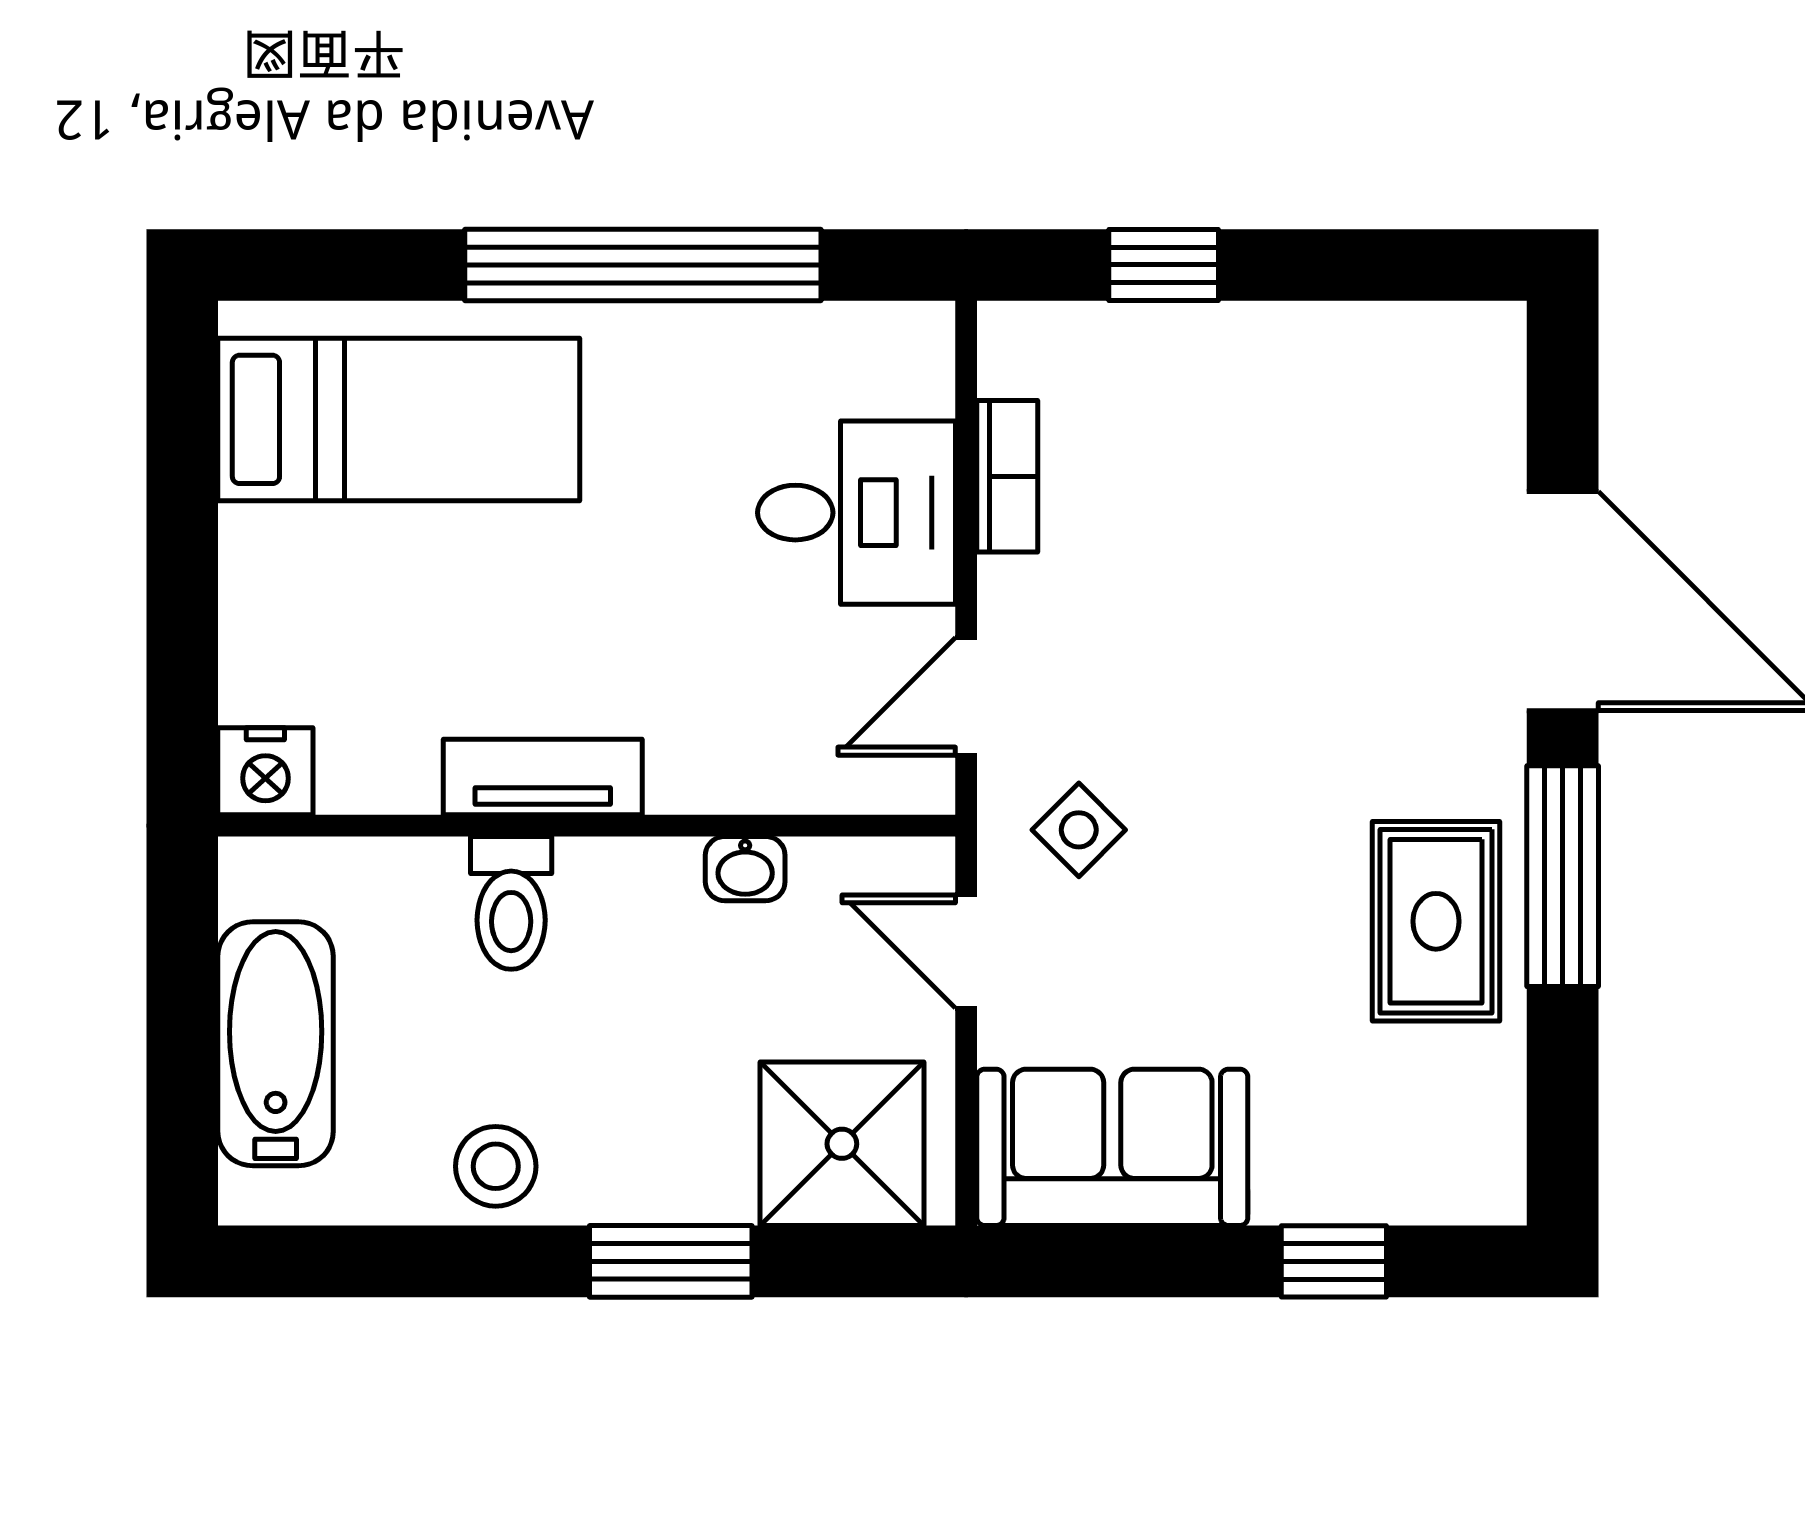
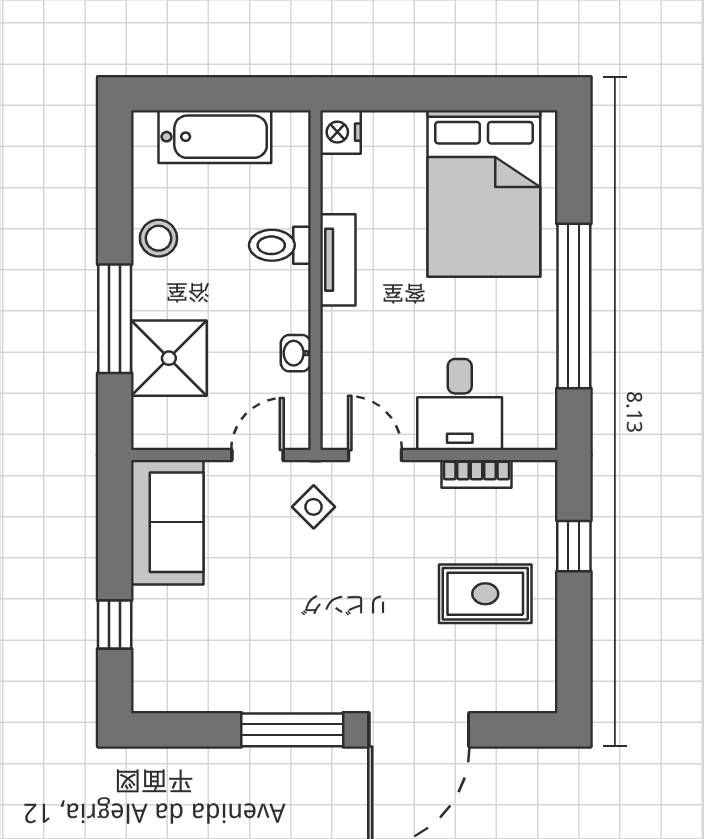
bed: (399, 419) -> (484, 194), width x1.50
rug: (1436, 921) -> (485, 594), moved
shower: (842, 1144) -> (169, 358), moved
window: (671, 1261) -> (115, 319), width x1.44

